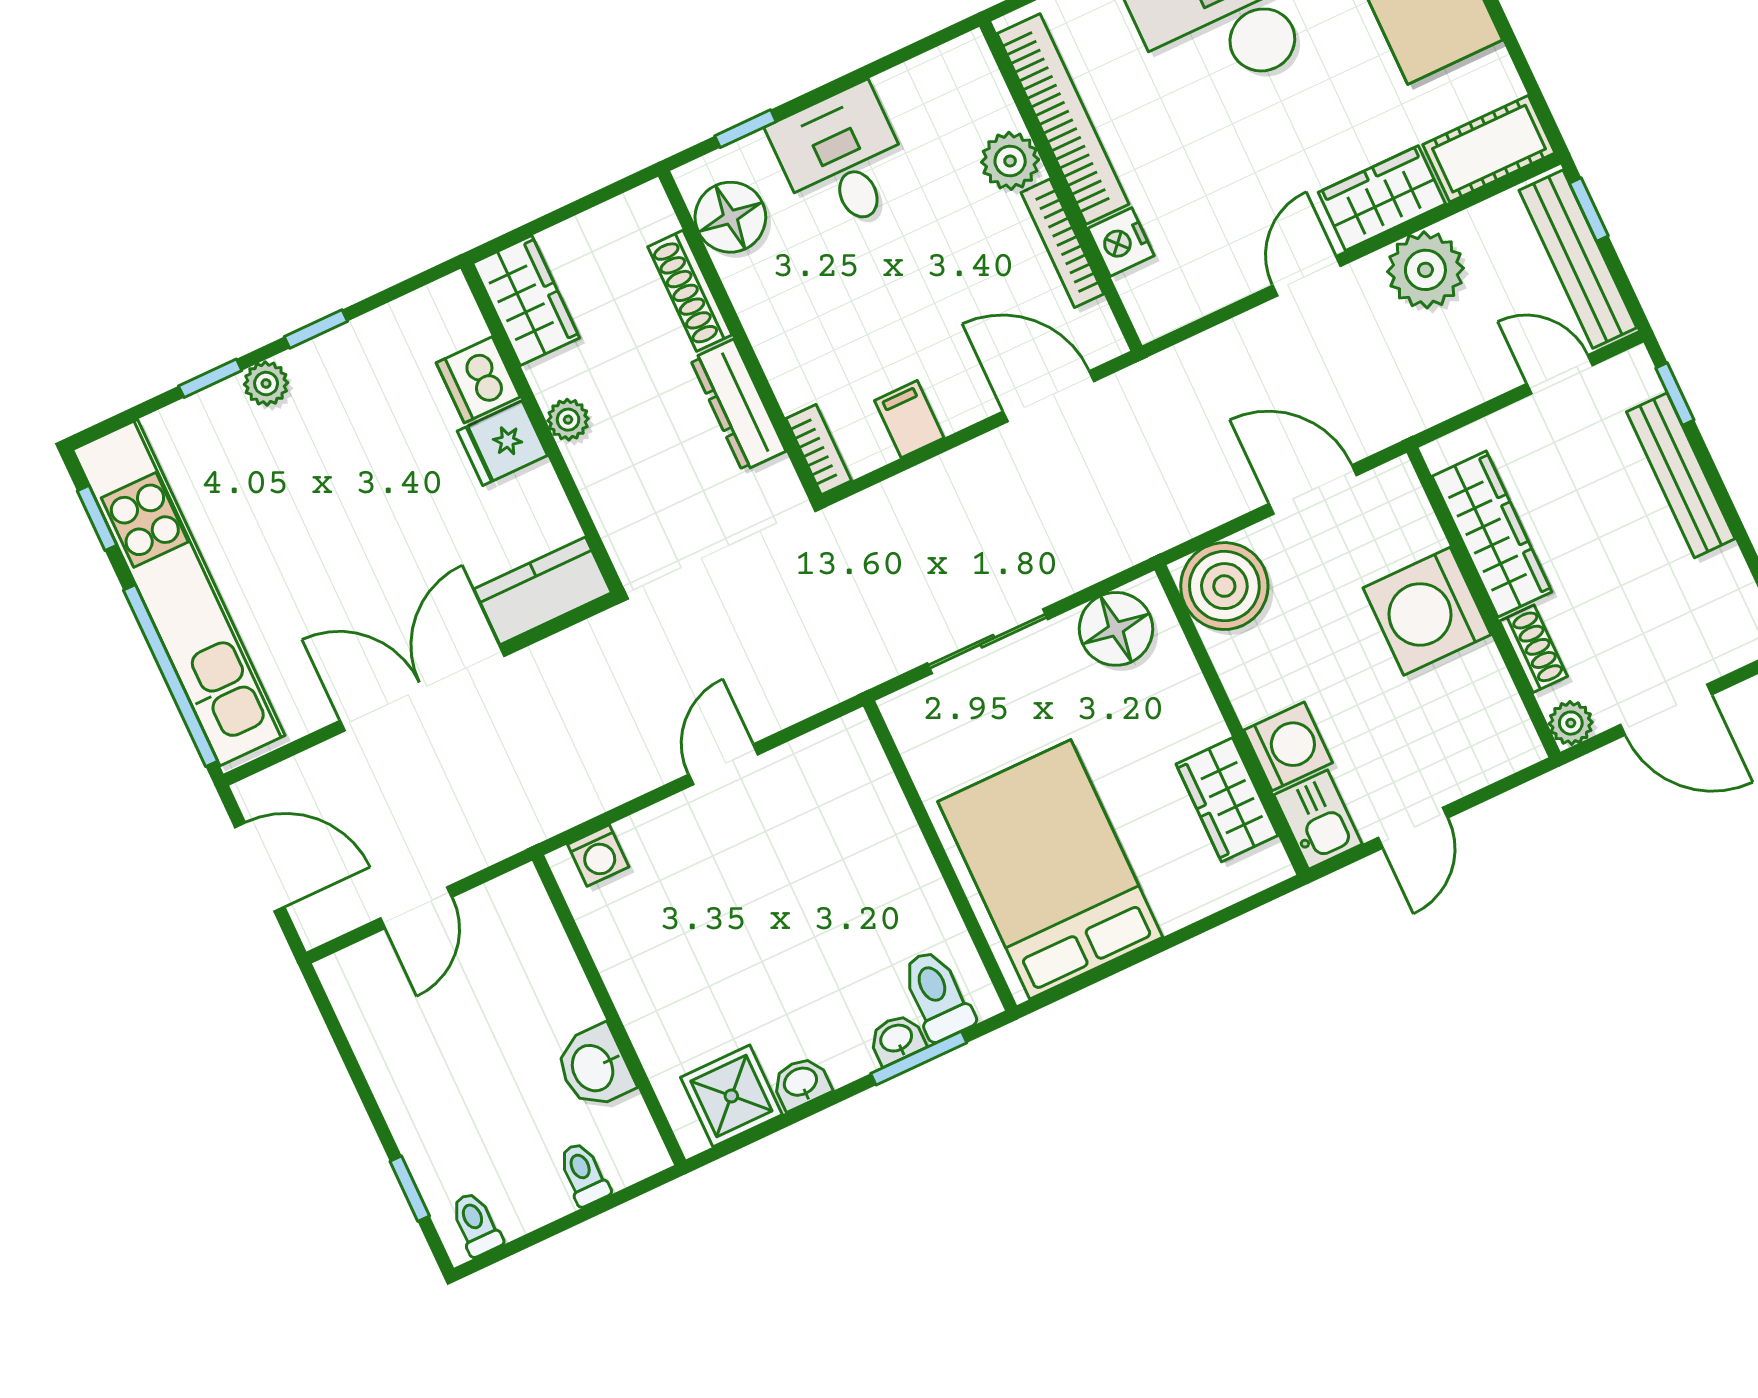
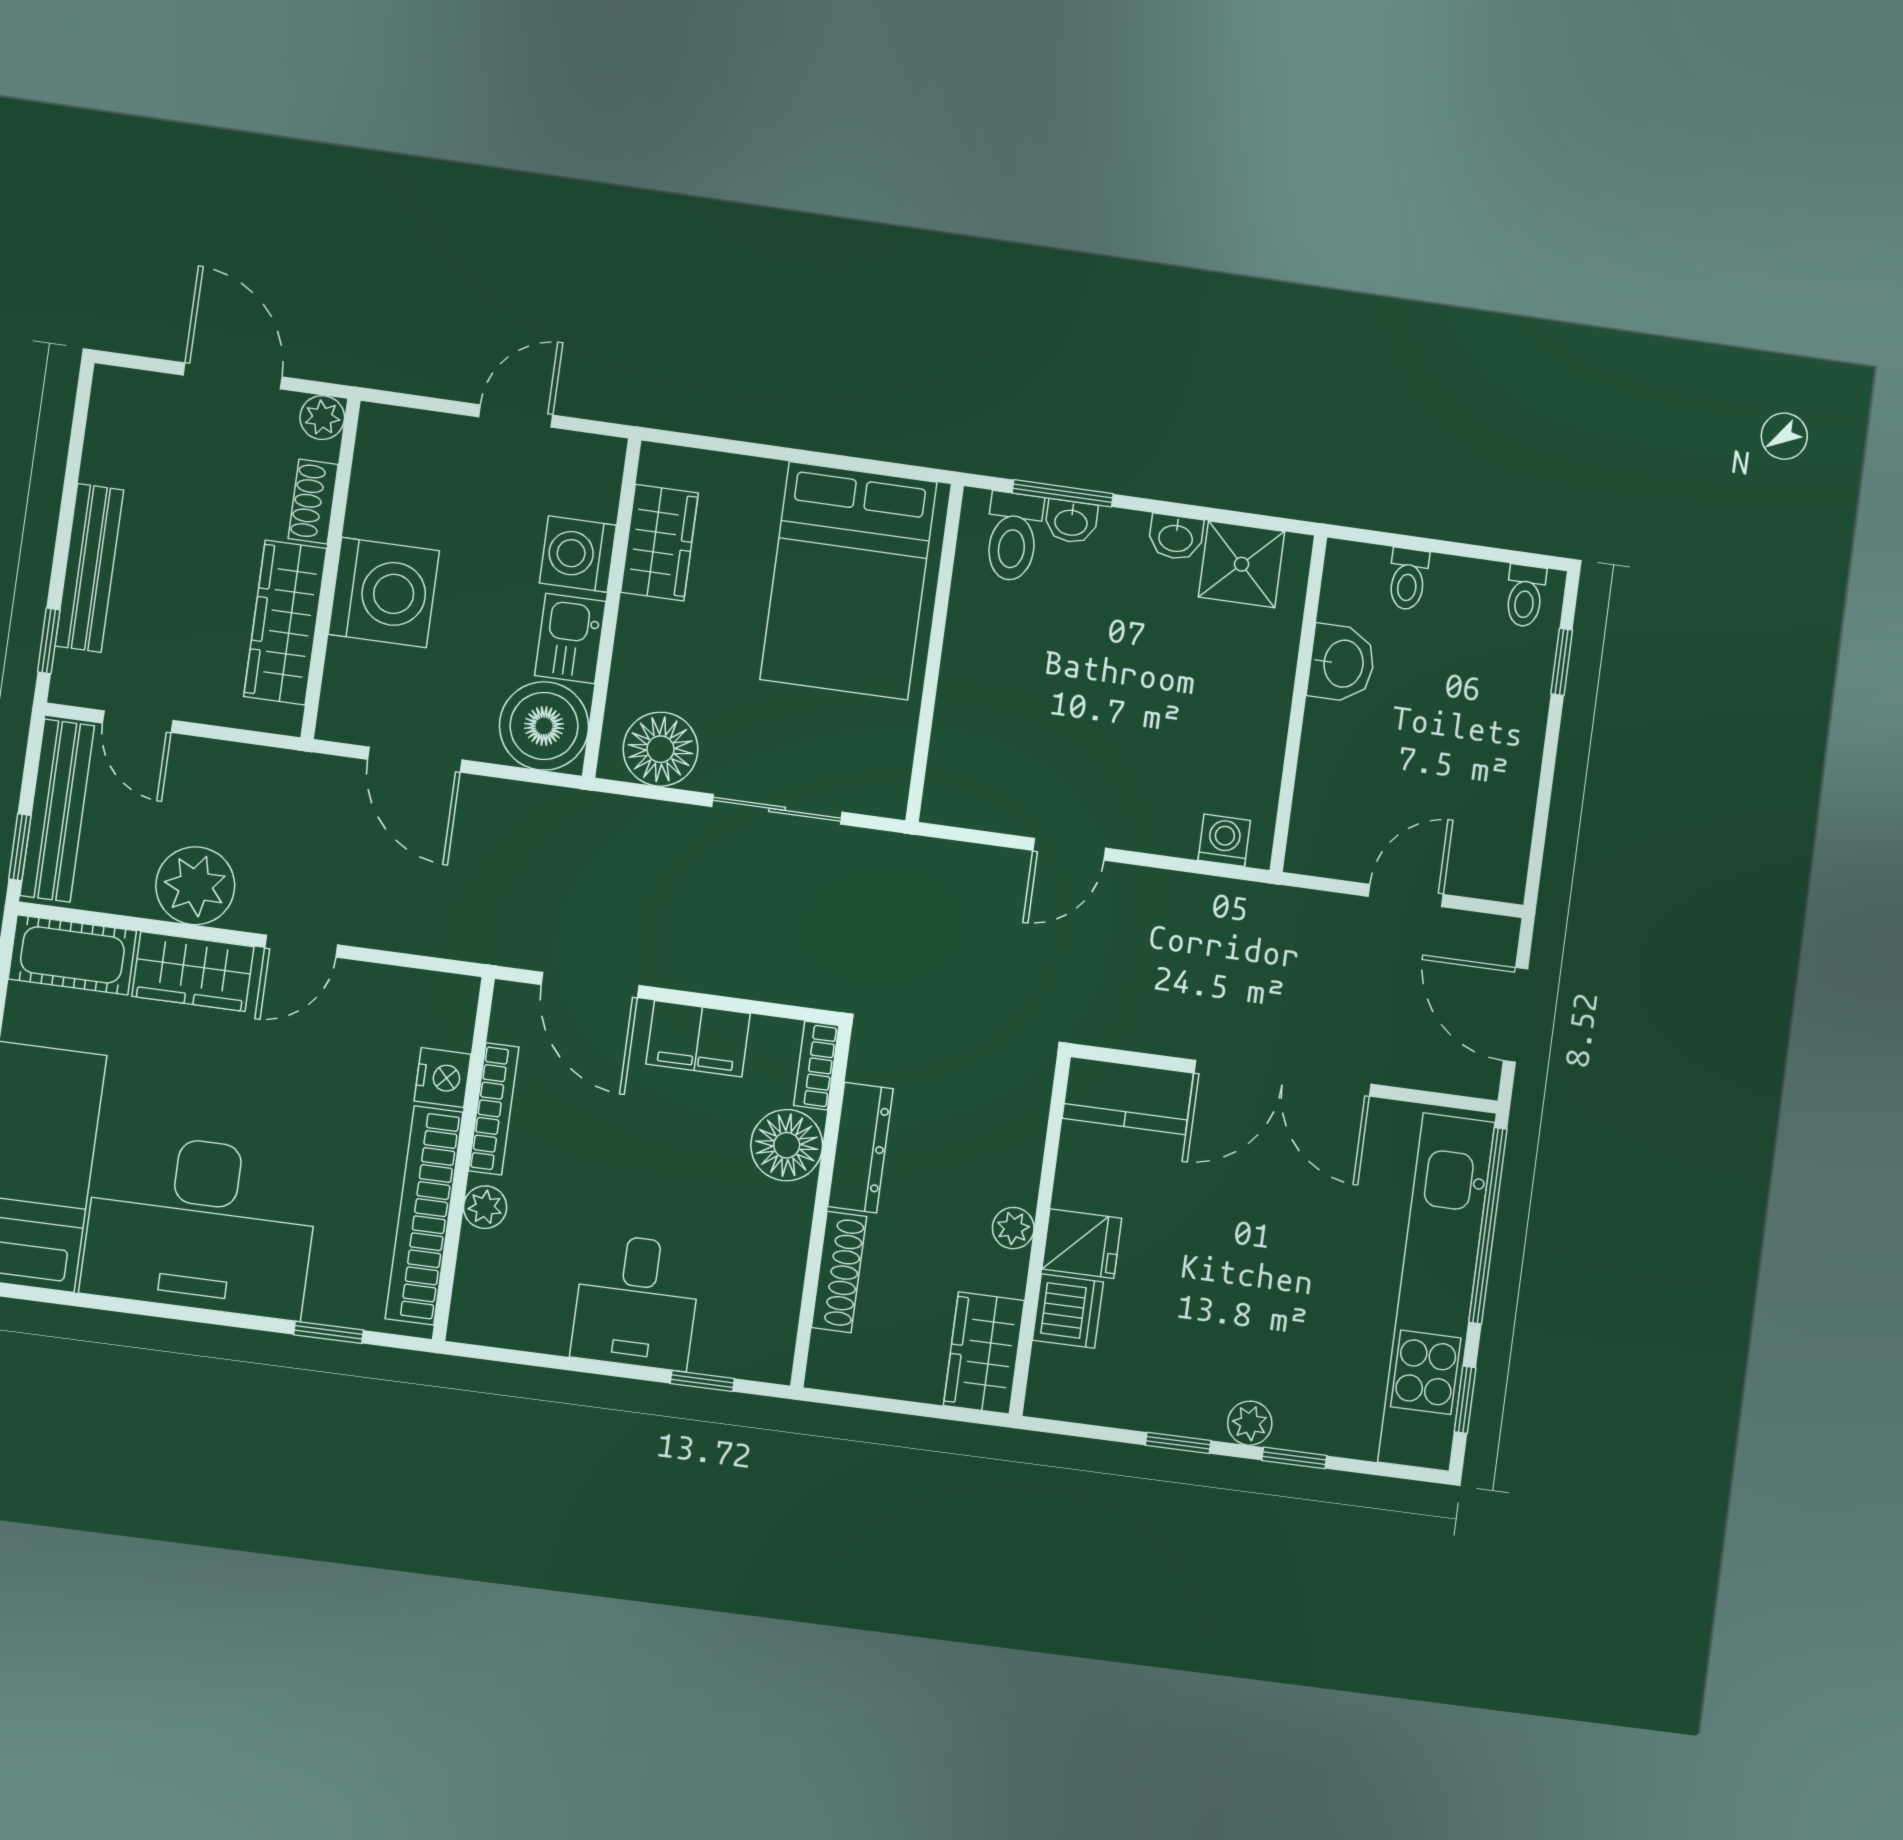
plant: (1010, 161) -> (485, 1207), width x0.73, depth x0.73
floor lamp: (730, 217) -> (787, 1145), moved
filing cabinet: (909, 419) -> (698, 1039), width x2.00
kitchen sink: (1318, 820) -> (570, 638), moved

